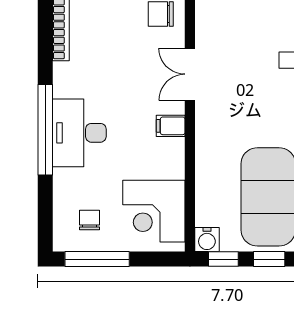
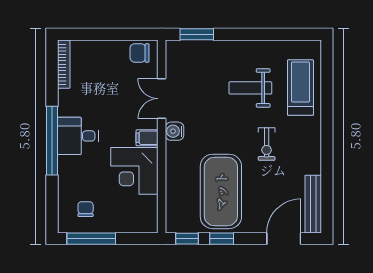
desk: (79, 133) -> (78, 136), width x0.73
corner desk: (154, 211) -> (134, 171), moved
water cooler: (207, 240) -> (174, 131), moved, turned 90

